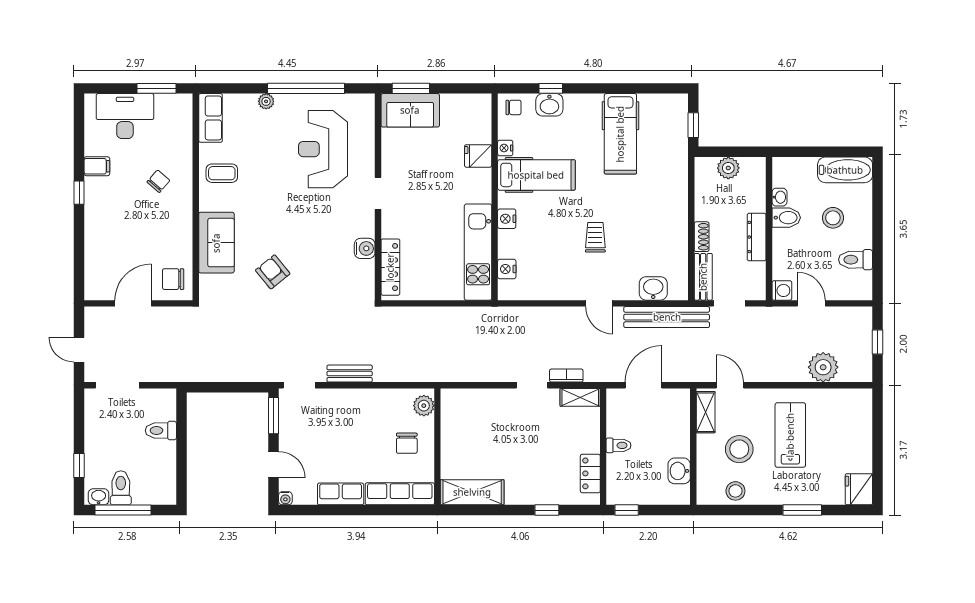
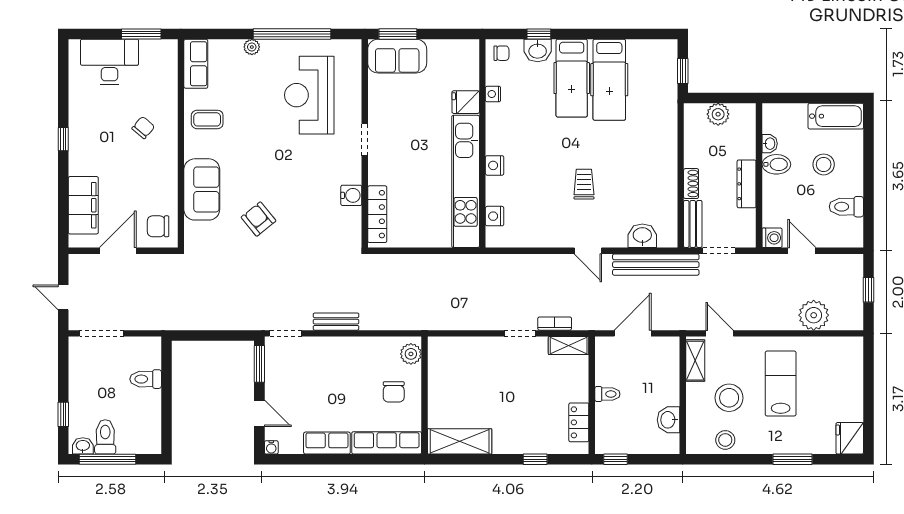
filing cabinet: (97, 166) -> (83, 205), moved, width x3.00, depth x1.17
hospital bed: (536, 175) -> (572, 78), moved, turned 90
kitchen unit: (478, 252) -> (466, 181), width x1.36

